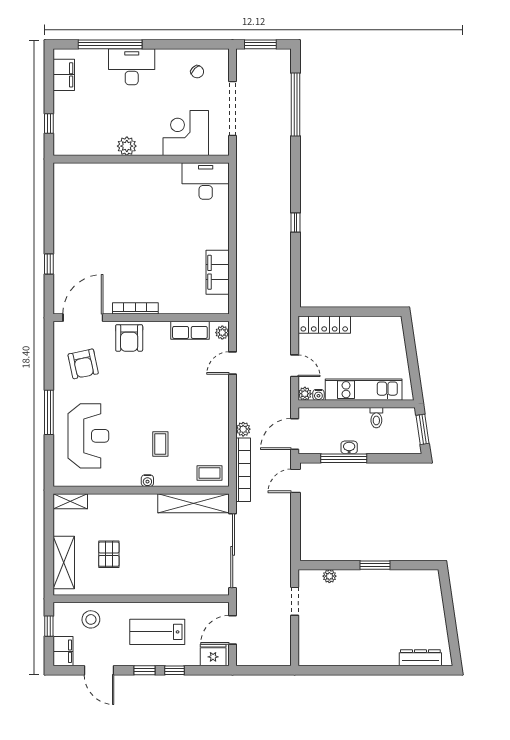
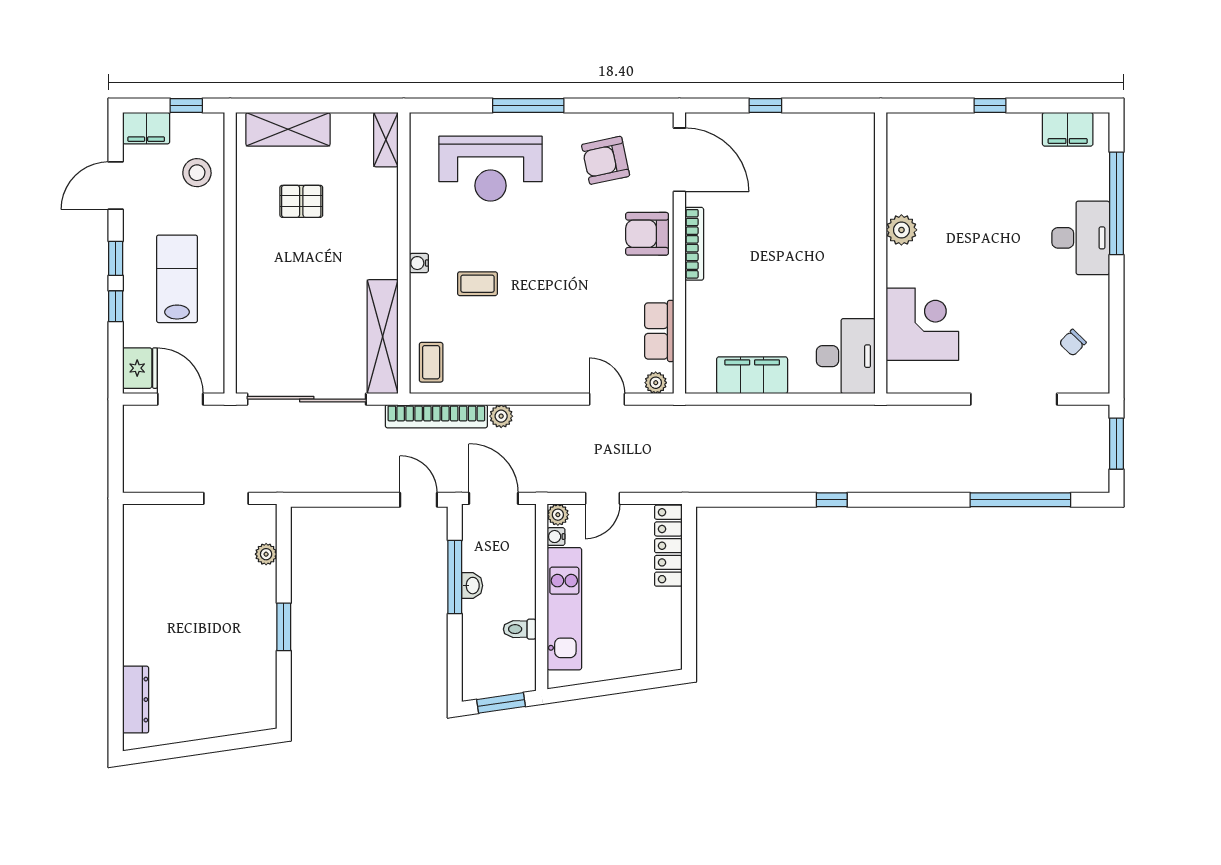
corner desk: (186, 133) -> (922, 324), moved
plant: (127, 146) -> (901, 230), moved
wall: (141, 159) -> (881, 253), moved
desk: (206, 181) -> (846, 356), moved

